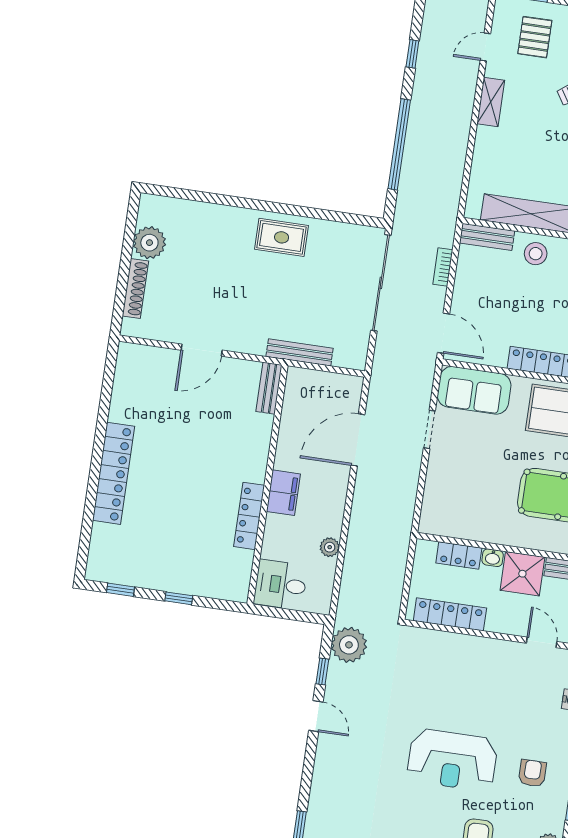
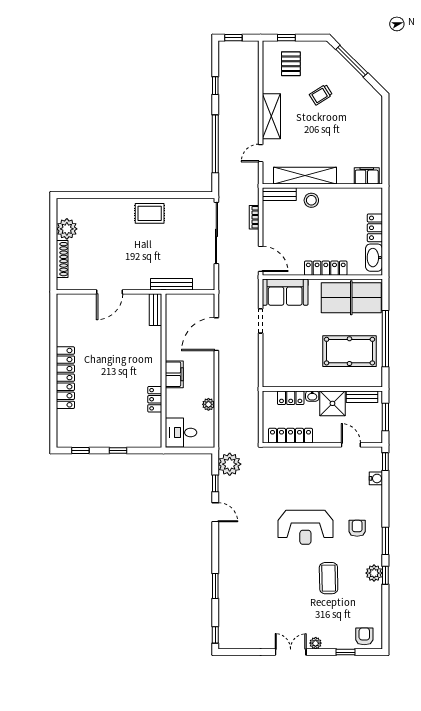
door: (485, 47) -> (261, 153), moved
shelving: (491, 102) -> (271, 116), width x1.50, depth x1.33
locker: (249, 516) -> (155, 399), width x0.66

